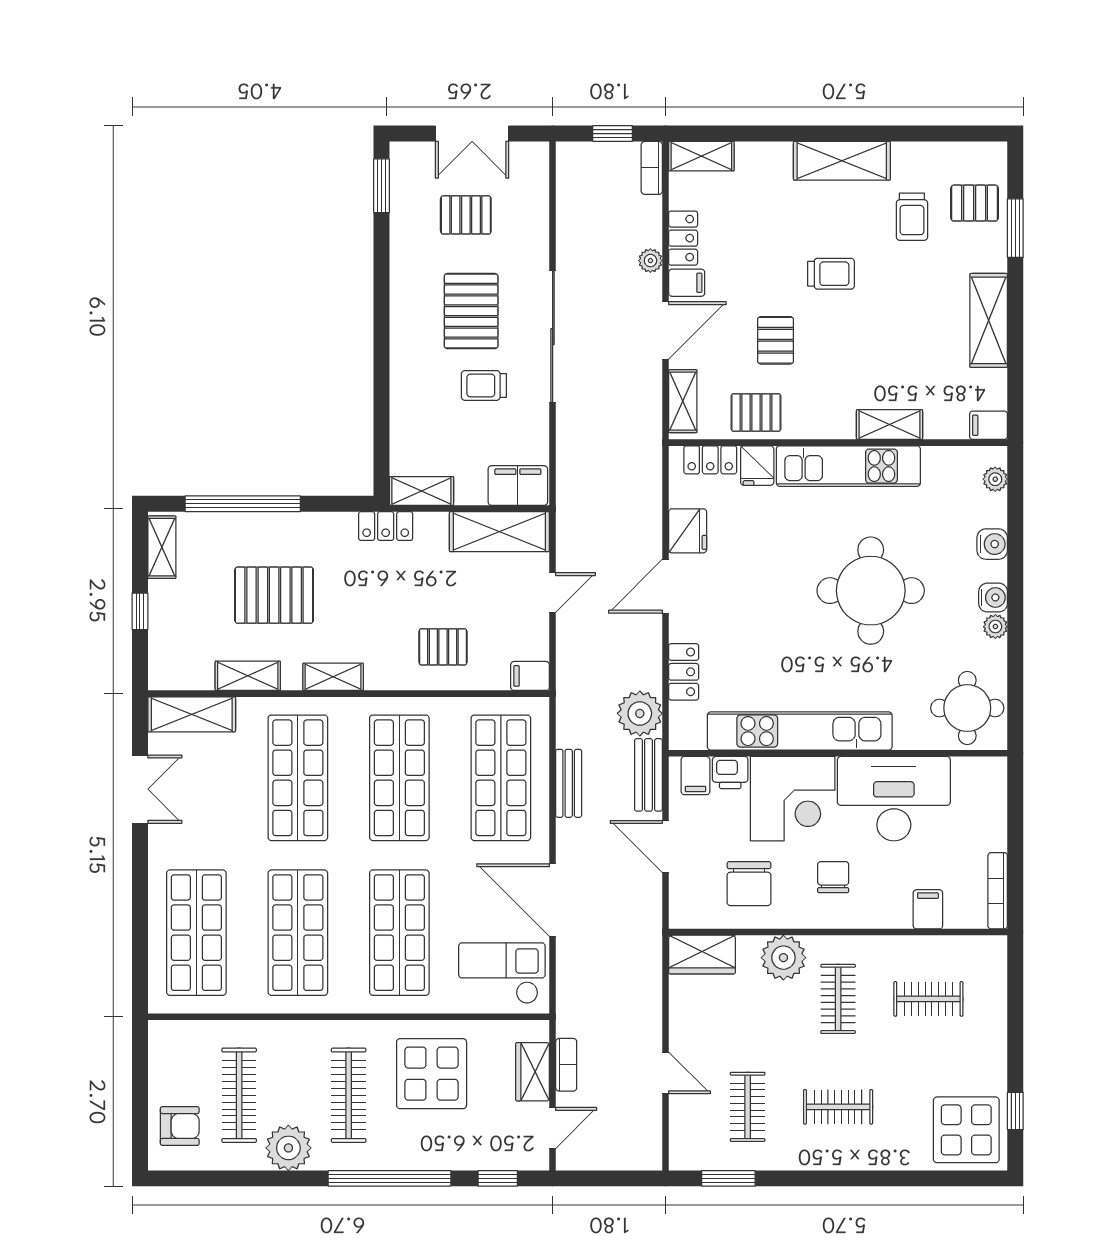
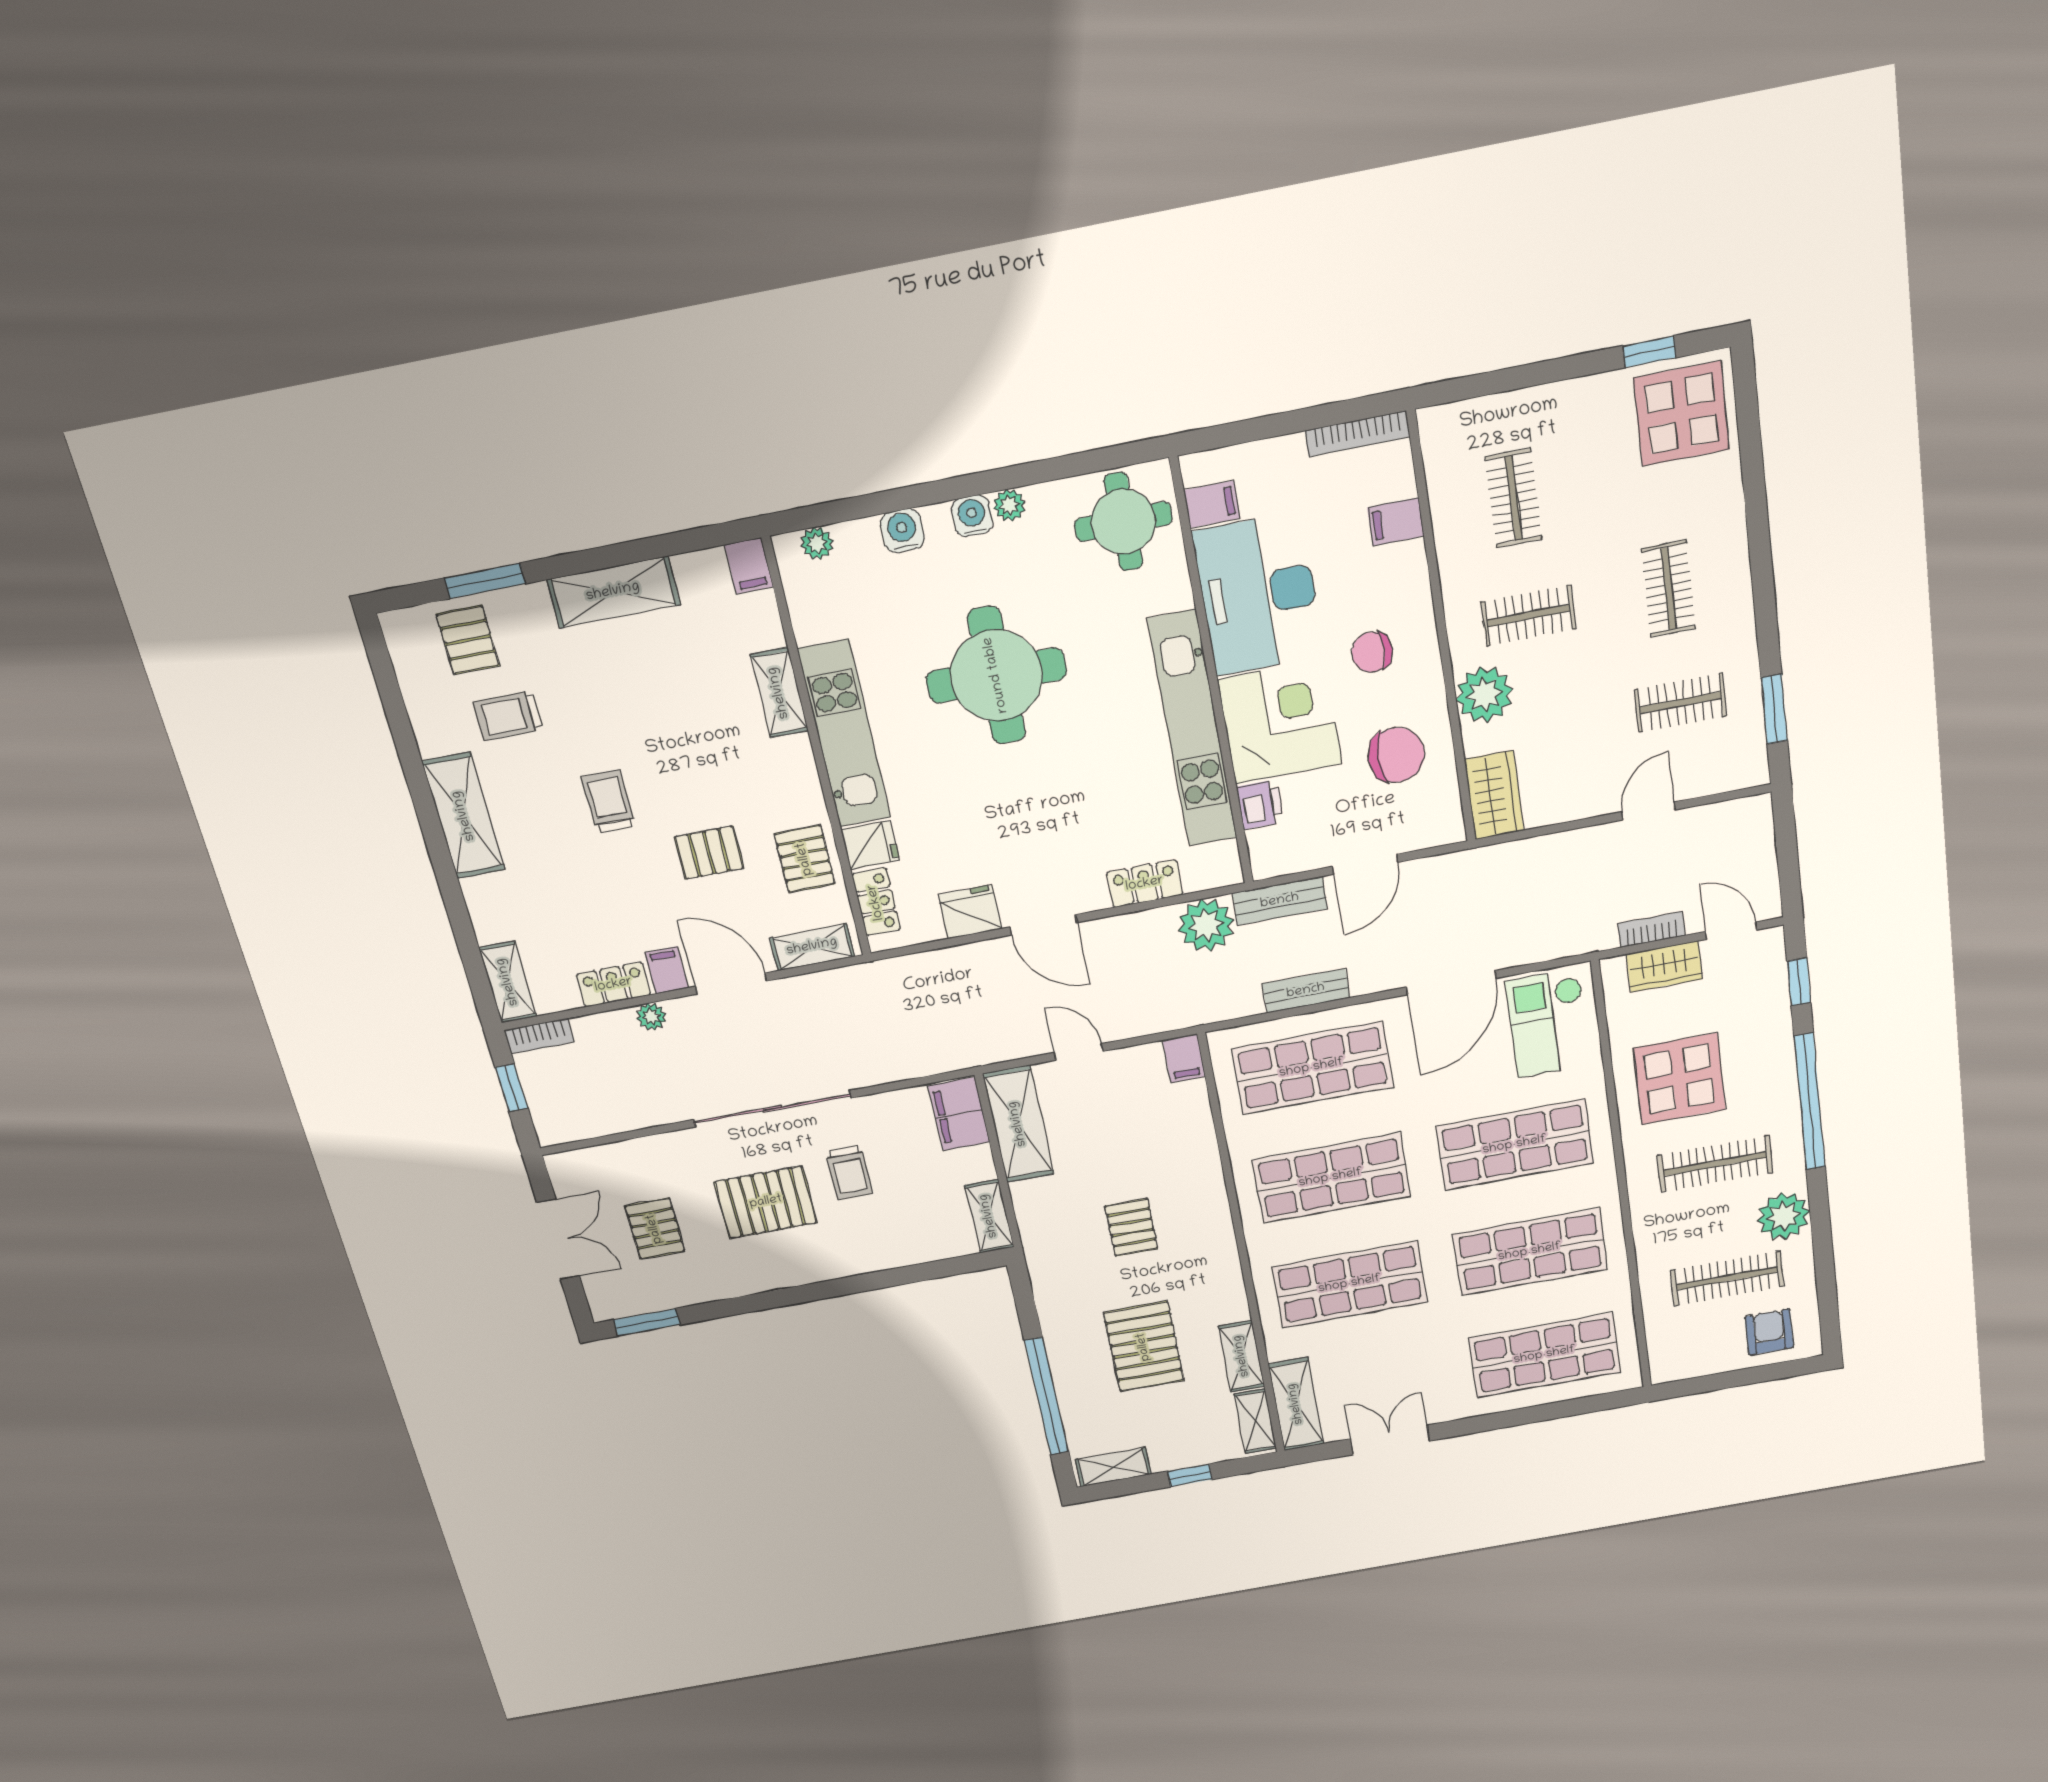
trolley: (912, 217) -> (508, 716), turned 180
locker: (386, 526) -> (1039, 1246), removed
pallet: (443, 647) -> (1131, 1227), moved
shelving: (333, 677) -> (1255, 1421), moved
filing cabinet: (695, 776) -> (1212, 504), moved

